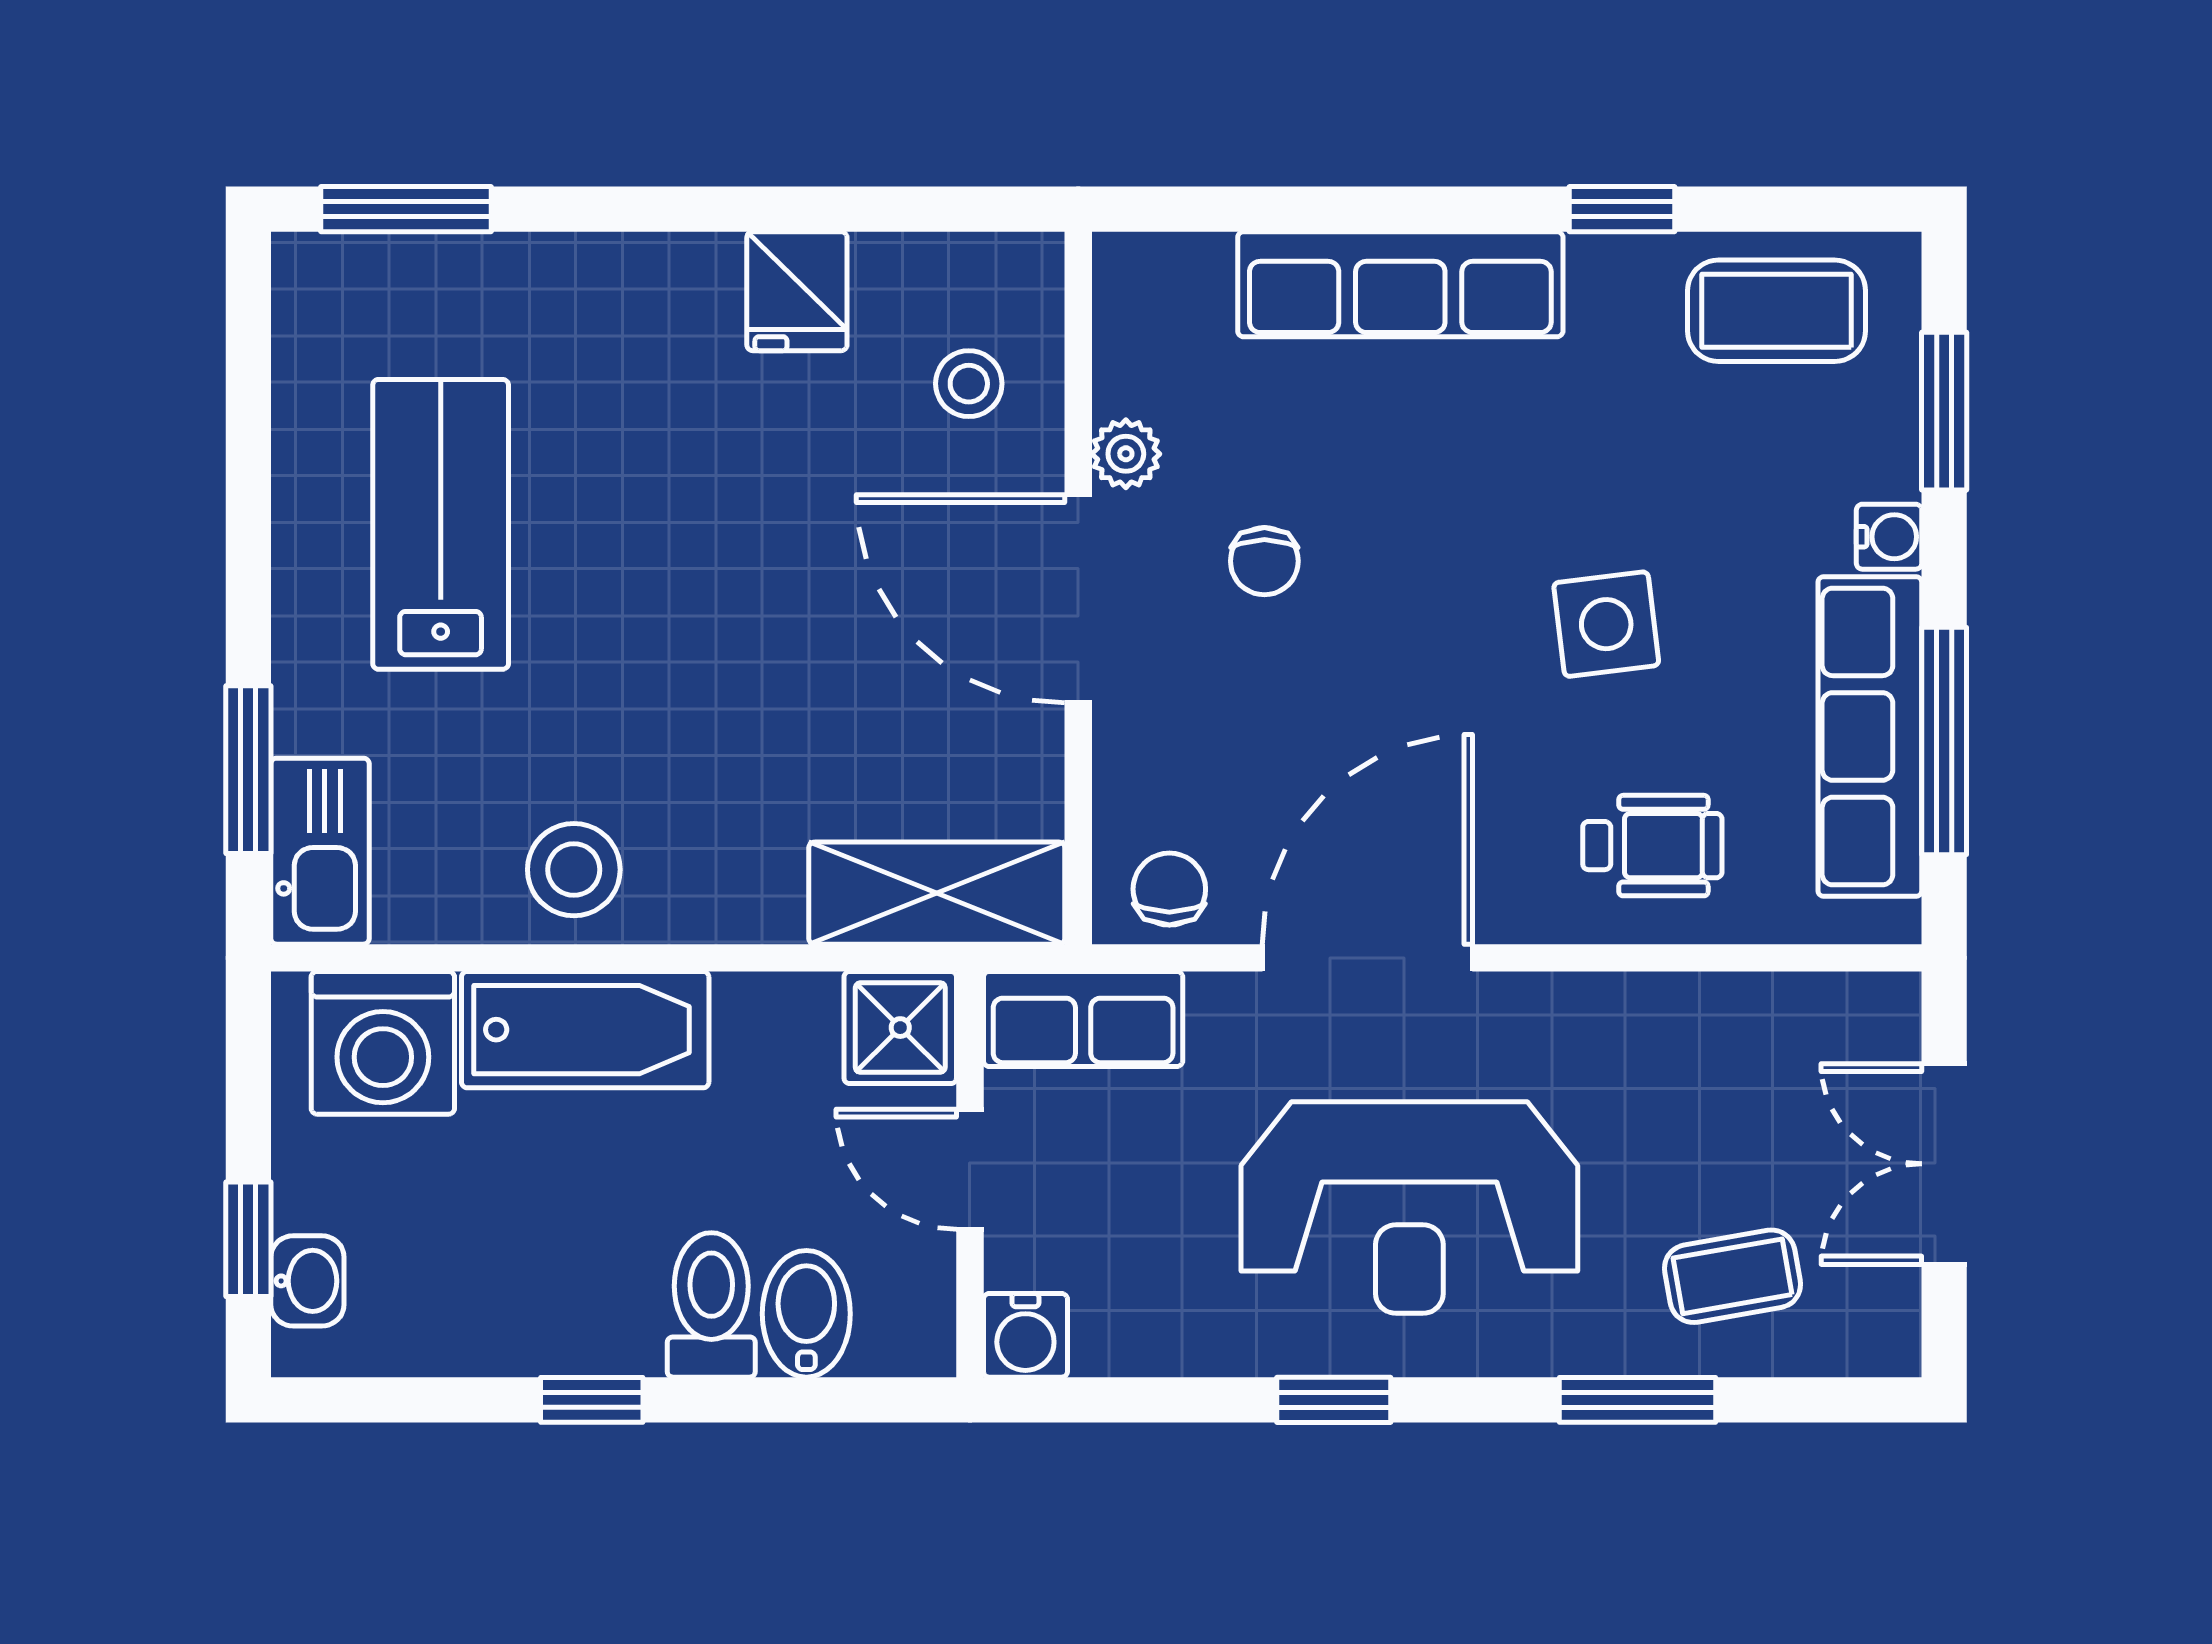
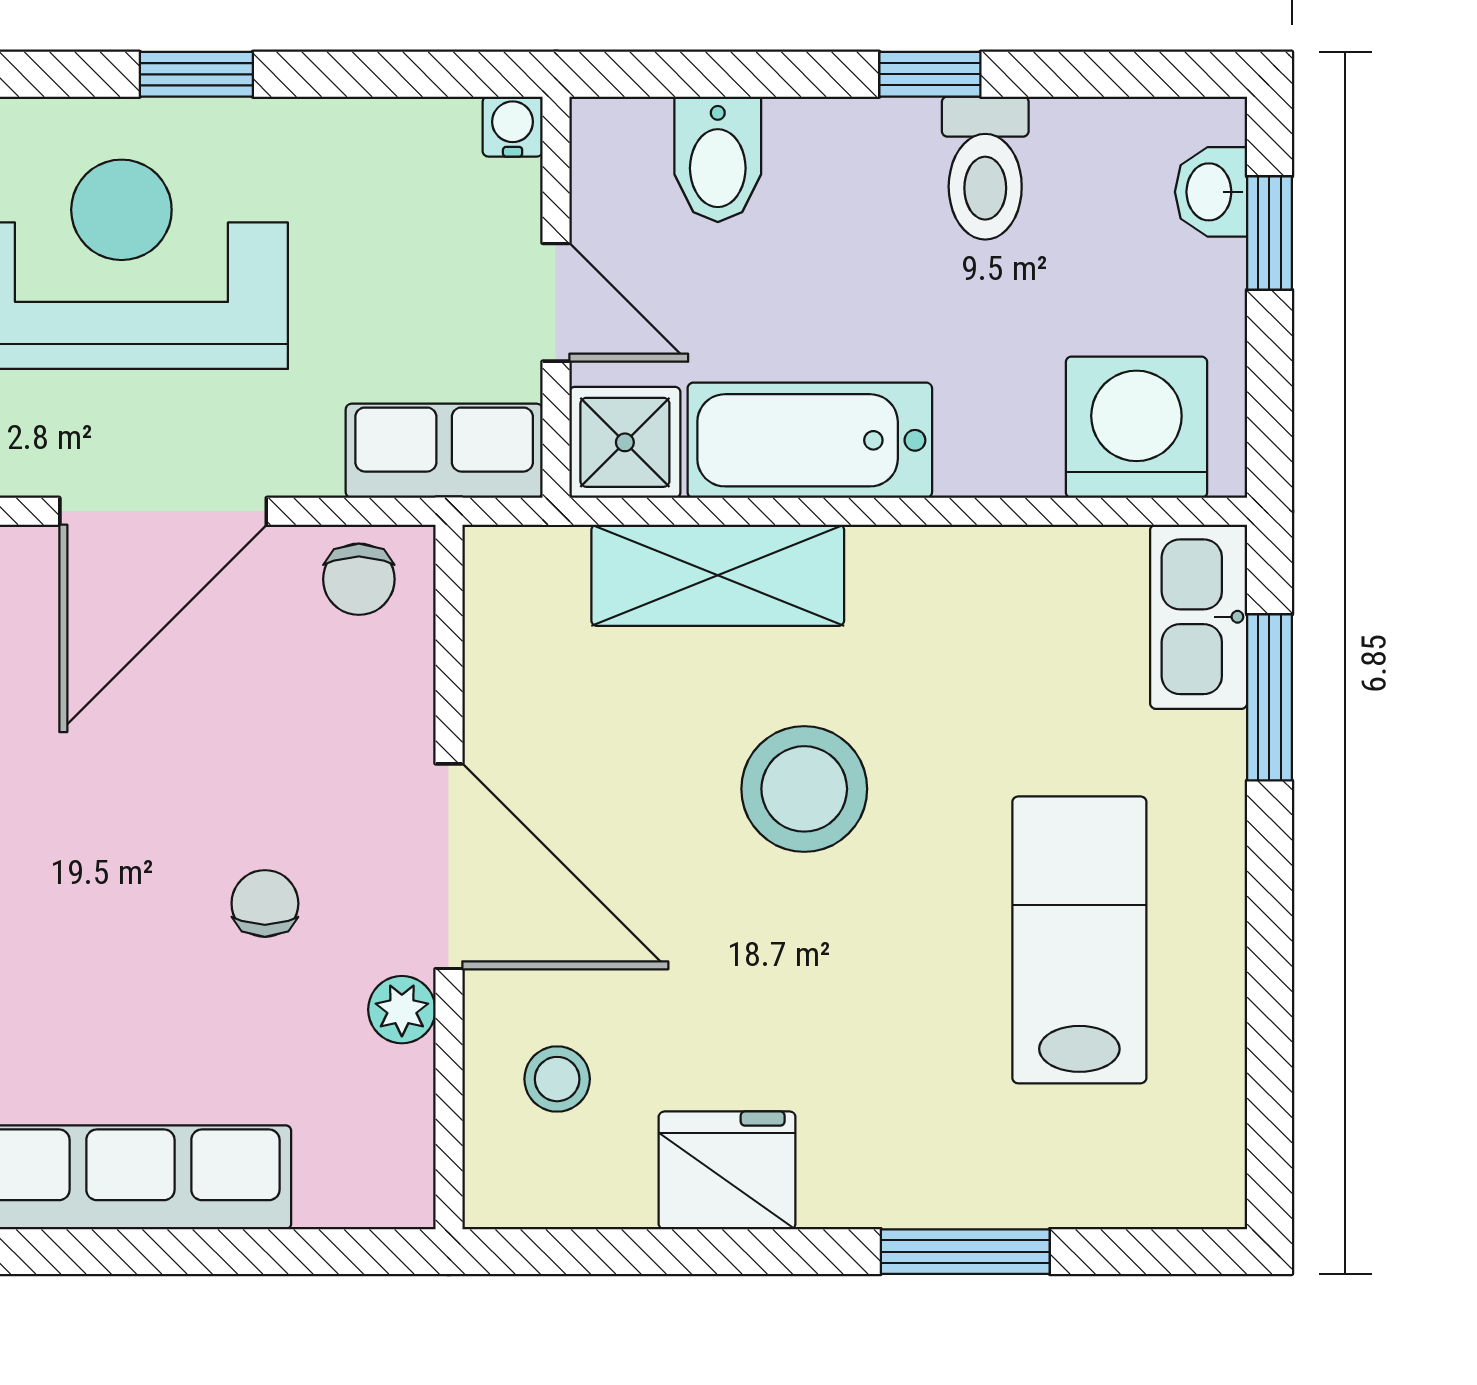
window: (406, 209) -> (965, 1252), moved
fridge: (797, 291) -> (727, 1170), width x1.38
lab bench: (441, 524) -> (1079, 940), turned 180
stool: (574, 870) -> (804, 789), moved, width x1.38, depth x1.38
shelving: (937, 893) -> (718, 575), moved
bathtub: (585, 1030) -> (810, 440), moved
toilet: (711, 1305) -> (985, 168), moved
water cooler: (1025, 1335) -> (513, 127), width x0.72, depth x0.72

